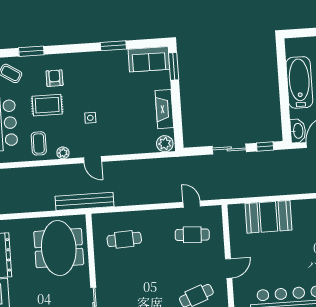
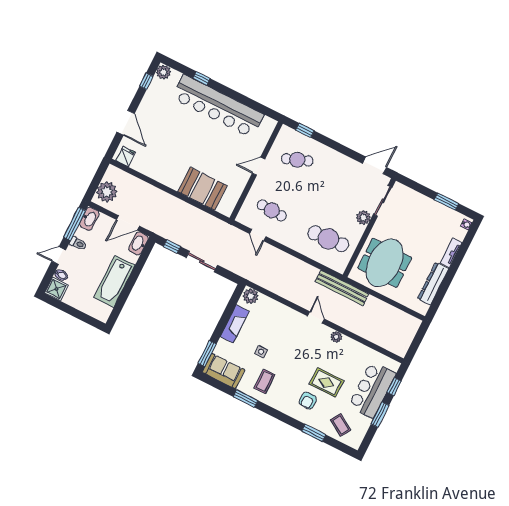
side table: (90, 118) -> (261, 352), moved
coffee table: (39, 143) -> (264, 381), moved
cafe table: (124, 239) -> (328, 239), width x1.37, depth x1.35
plant: (103, 278) -> (363, 218), added

